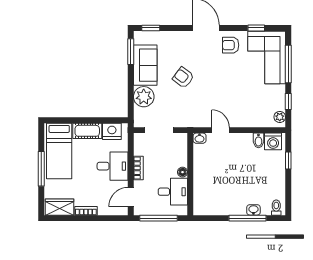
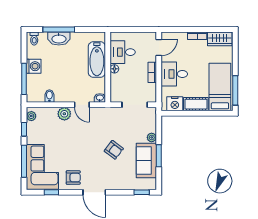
window: (131, 52) -> (159, 156), moved
plant: (144, 97) -> (152, 137), width x0.53, depth x0.53
plant: (241, 120) -> (64, 114), added
washing machine: (273, 141) -> (34, 66), moved, turned 90
window: (288, 160) -> (24, 79), width x2.17
window: (41, 169) -> (235, 90), moved
bathtub: (203, 183) -> (97, 59), added
washbasin: (253, 210) -> (59, 39), width x1.91, depth x1.45
window: (158, 218) -> (135, 29), removed

